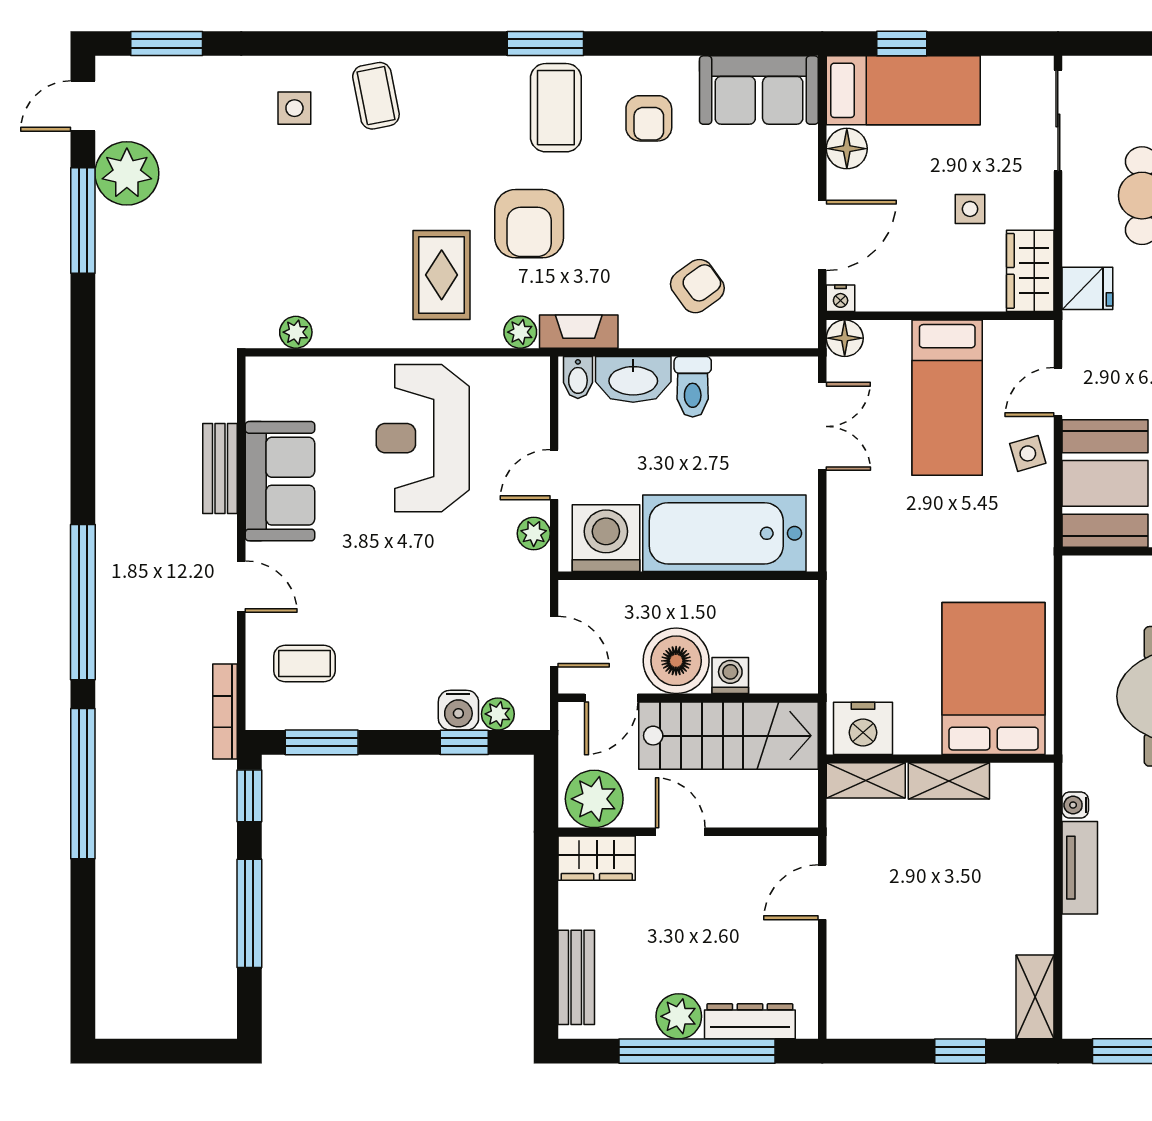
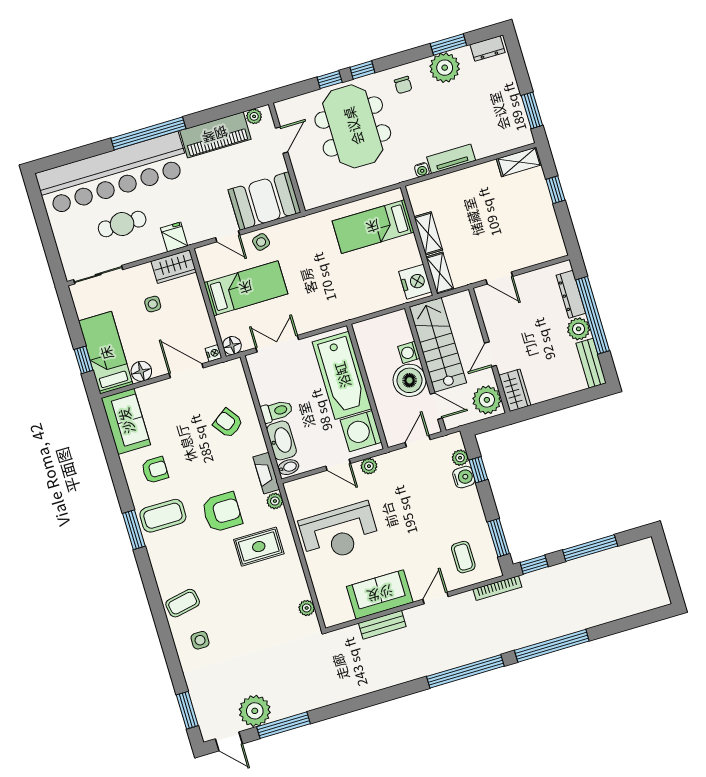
bed: (994, 678) -> (373, 227), width x0.67
bench: (576, 977) -> (591, 363), moved, turned 90

